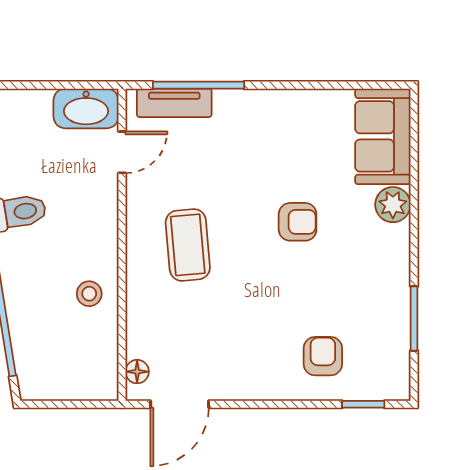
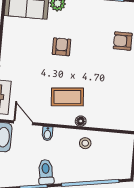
bidet: (103, 208) -> (47, 134), added
floor lamp: (137, 372) -> (81, 121), moved

